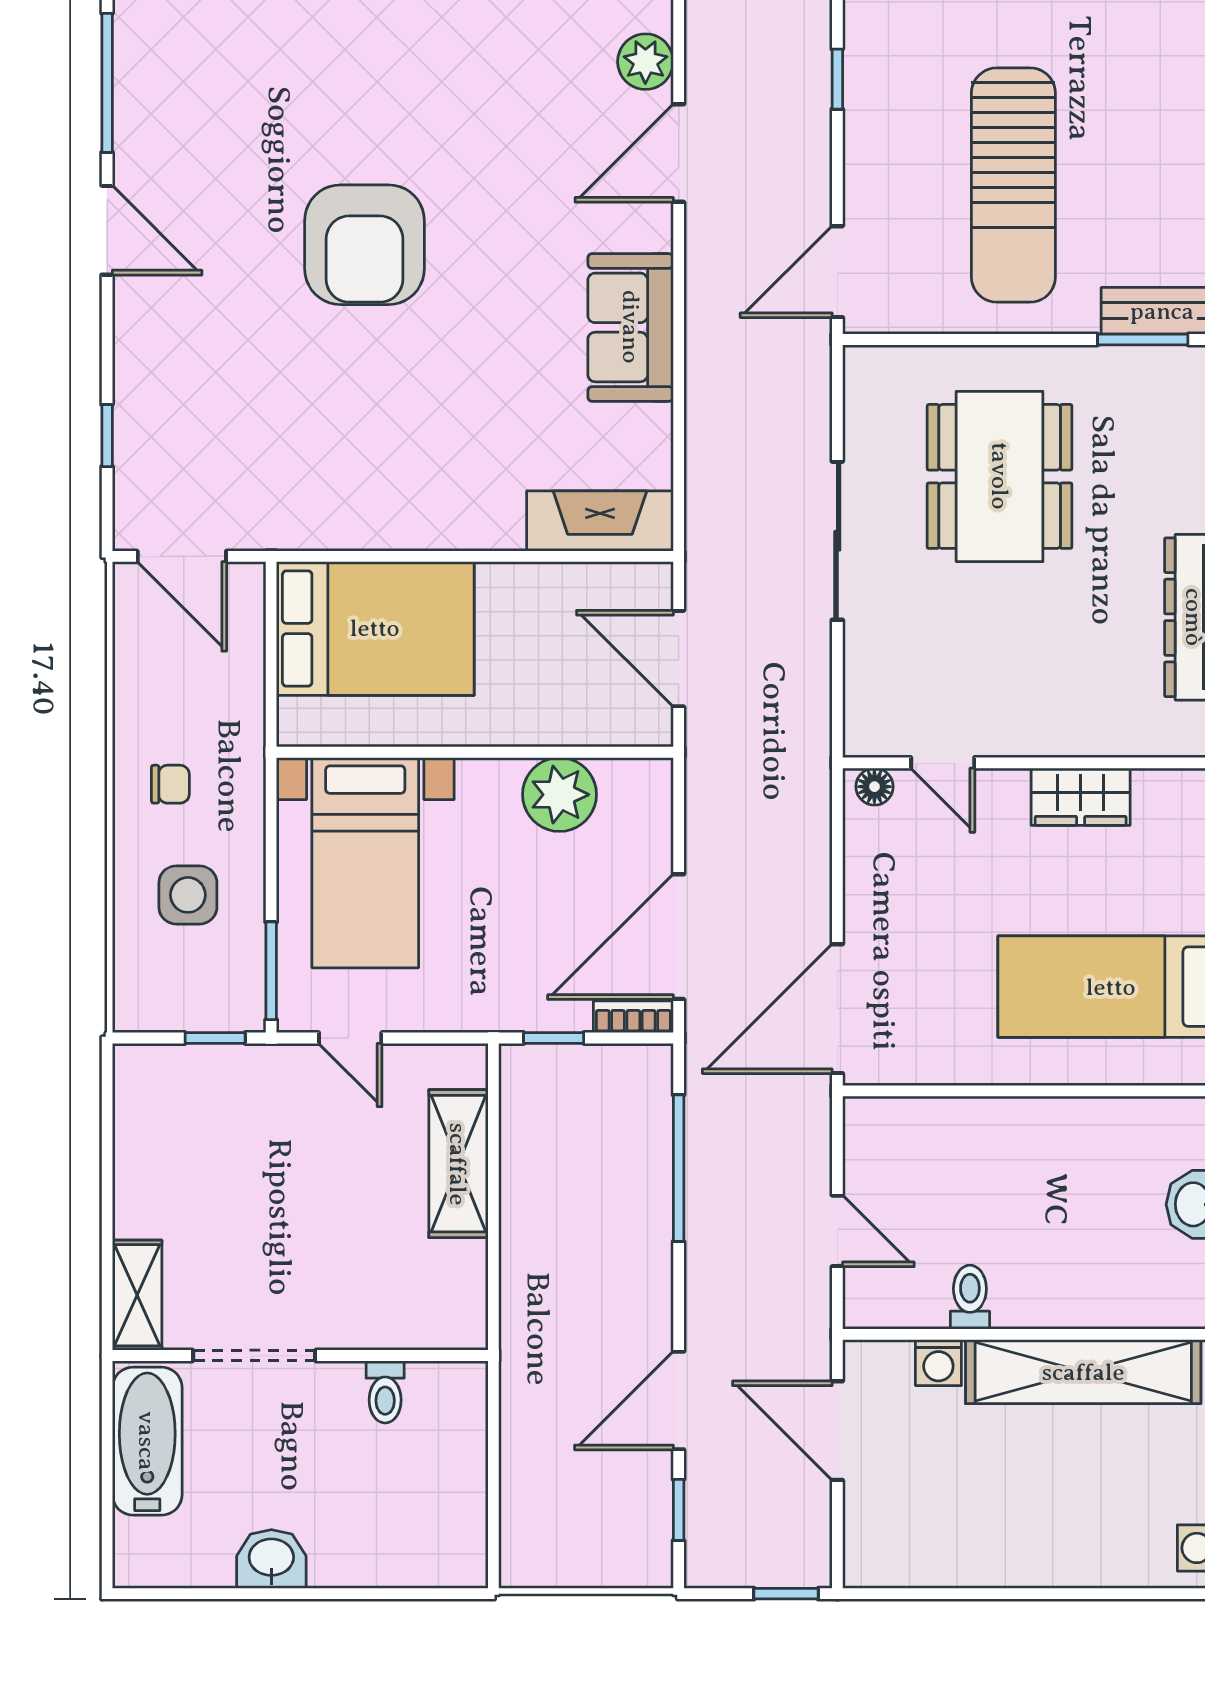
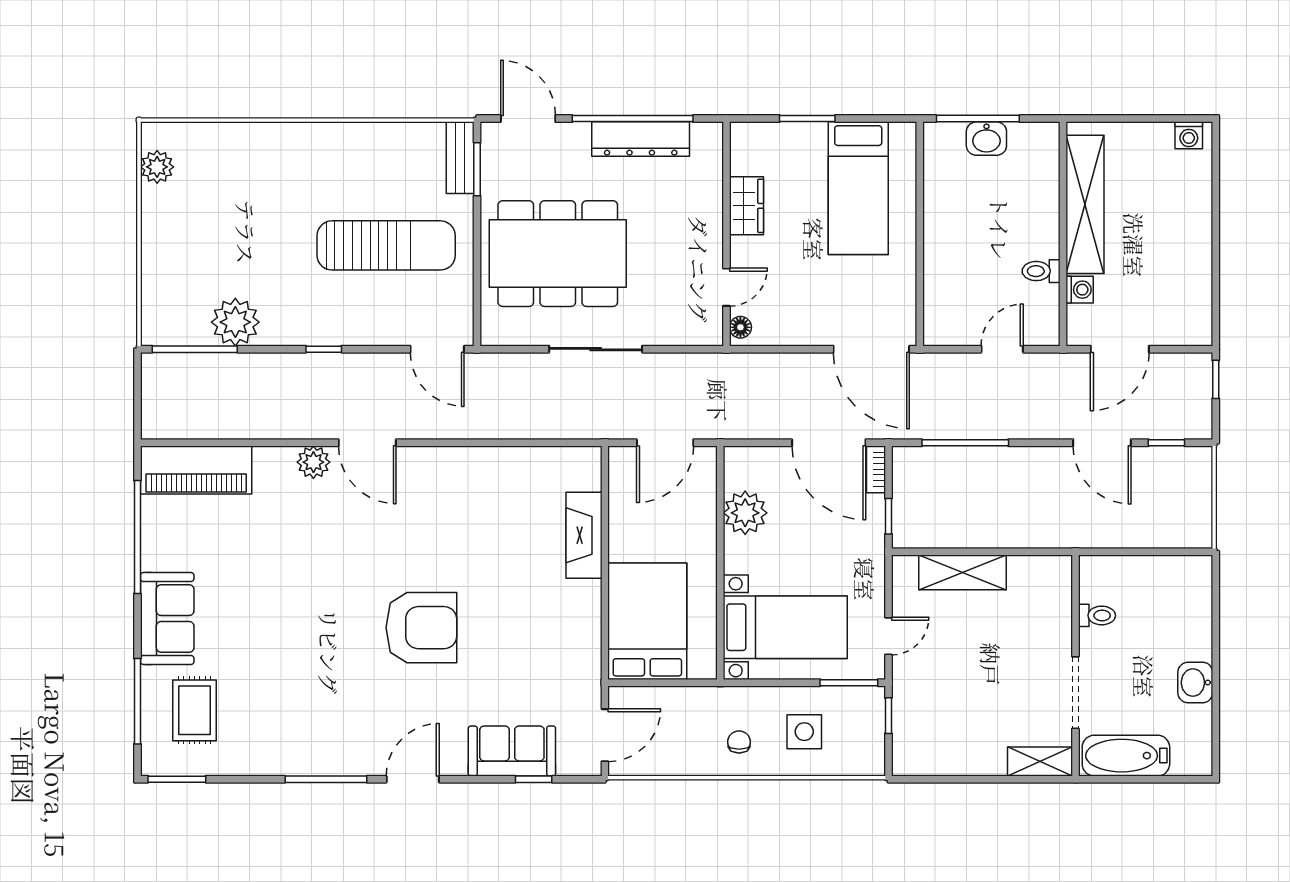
sofa: (631, 327) -> (512, 751), moved, turned 180
dining table: (1000, 476) -> (558, 254), width x1.36, depth x1.24
fireplace: (600, 521) -> (584, 535), moved

